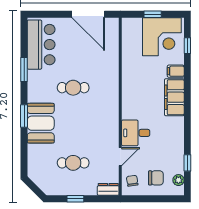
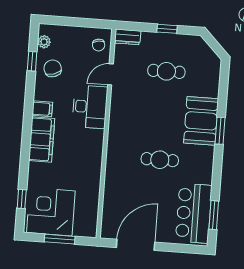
door: (88, 14) -> (136, 245), hinge flipped
window: (153, 14) -> (60, 239), width x1.50
window: (24, 70) -> (214, 215), moved
filing cabinet: (176, 71) -> (42, 109), moved
desk: (136, 133) -> (90, 107), width x1.37
chair: (156, 178) -> (53, 68), moved, turned 72

